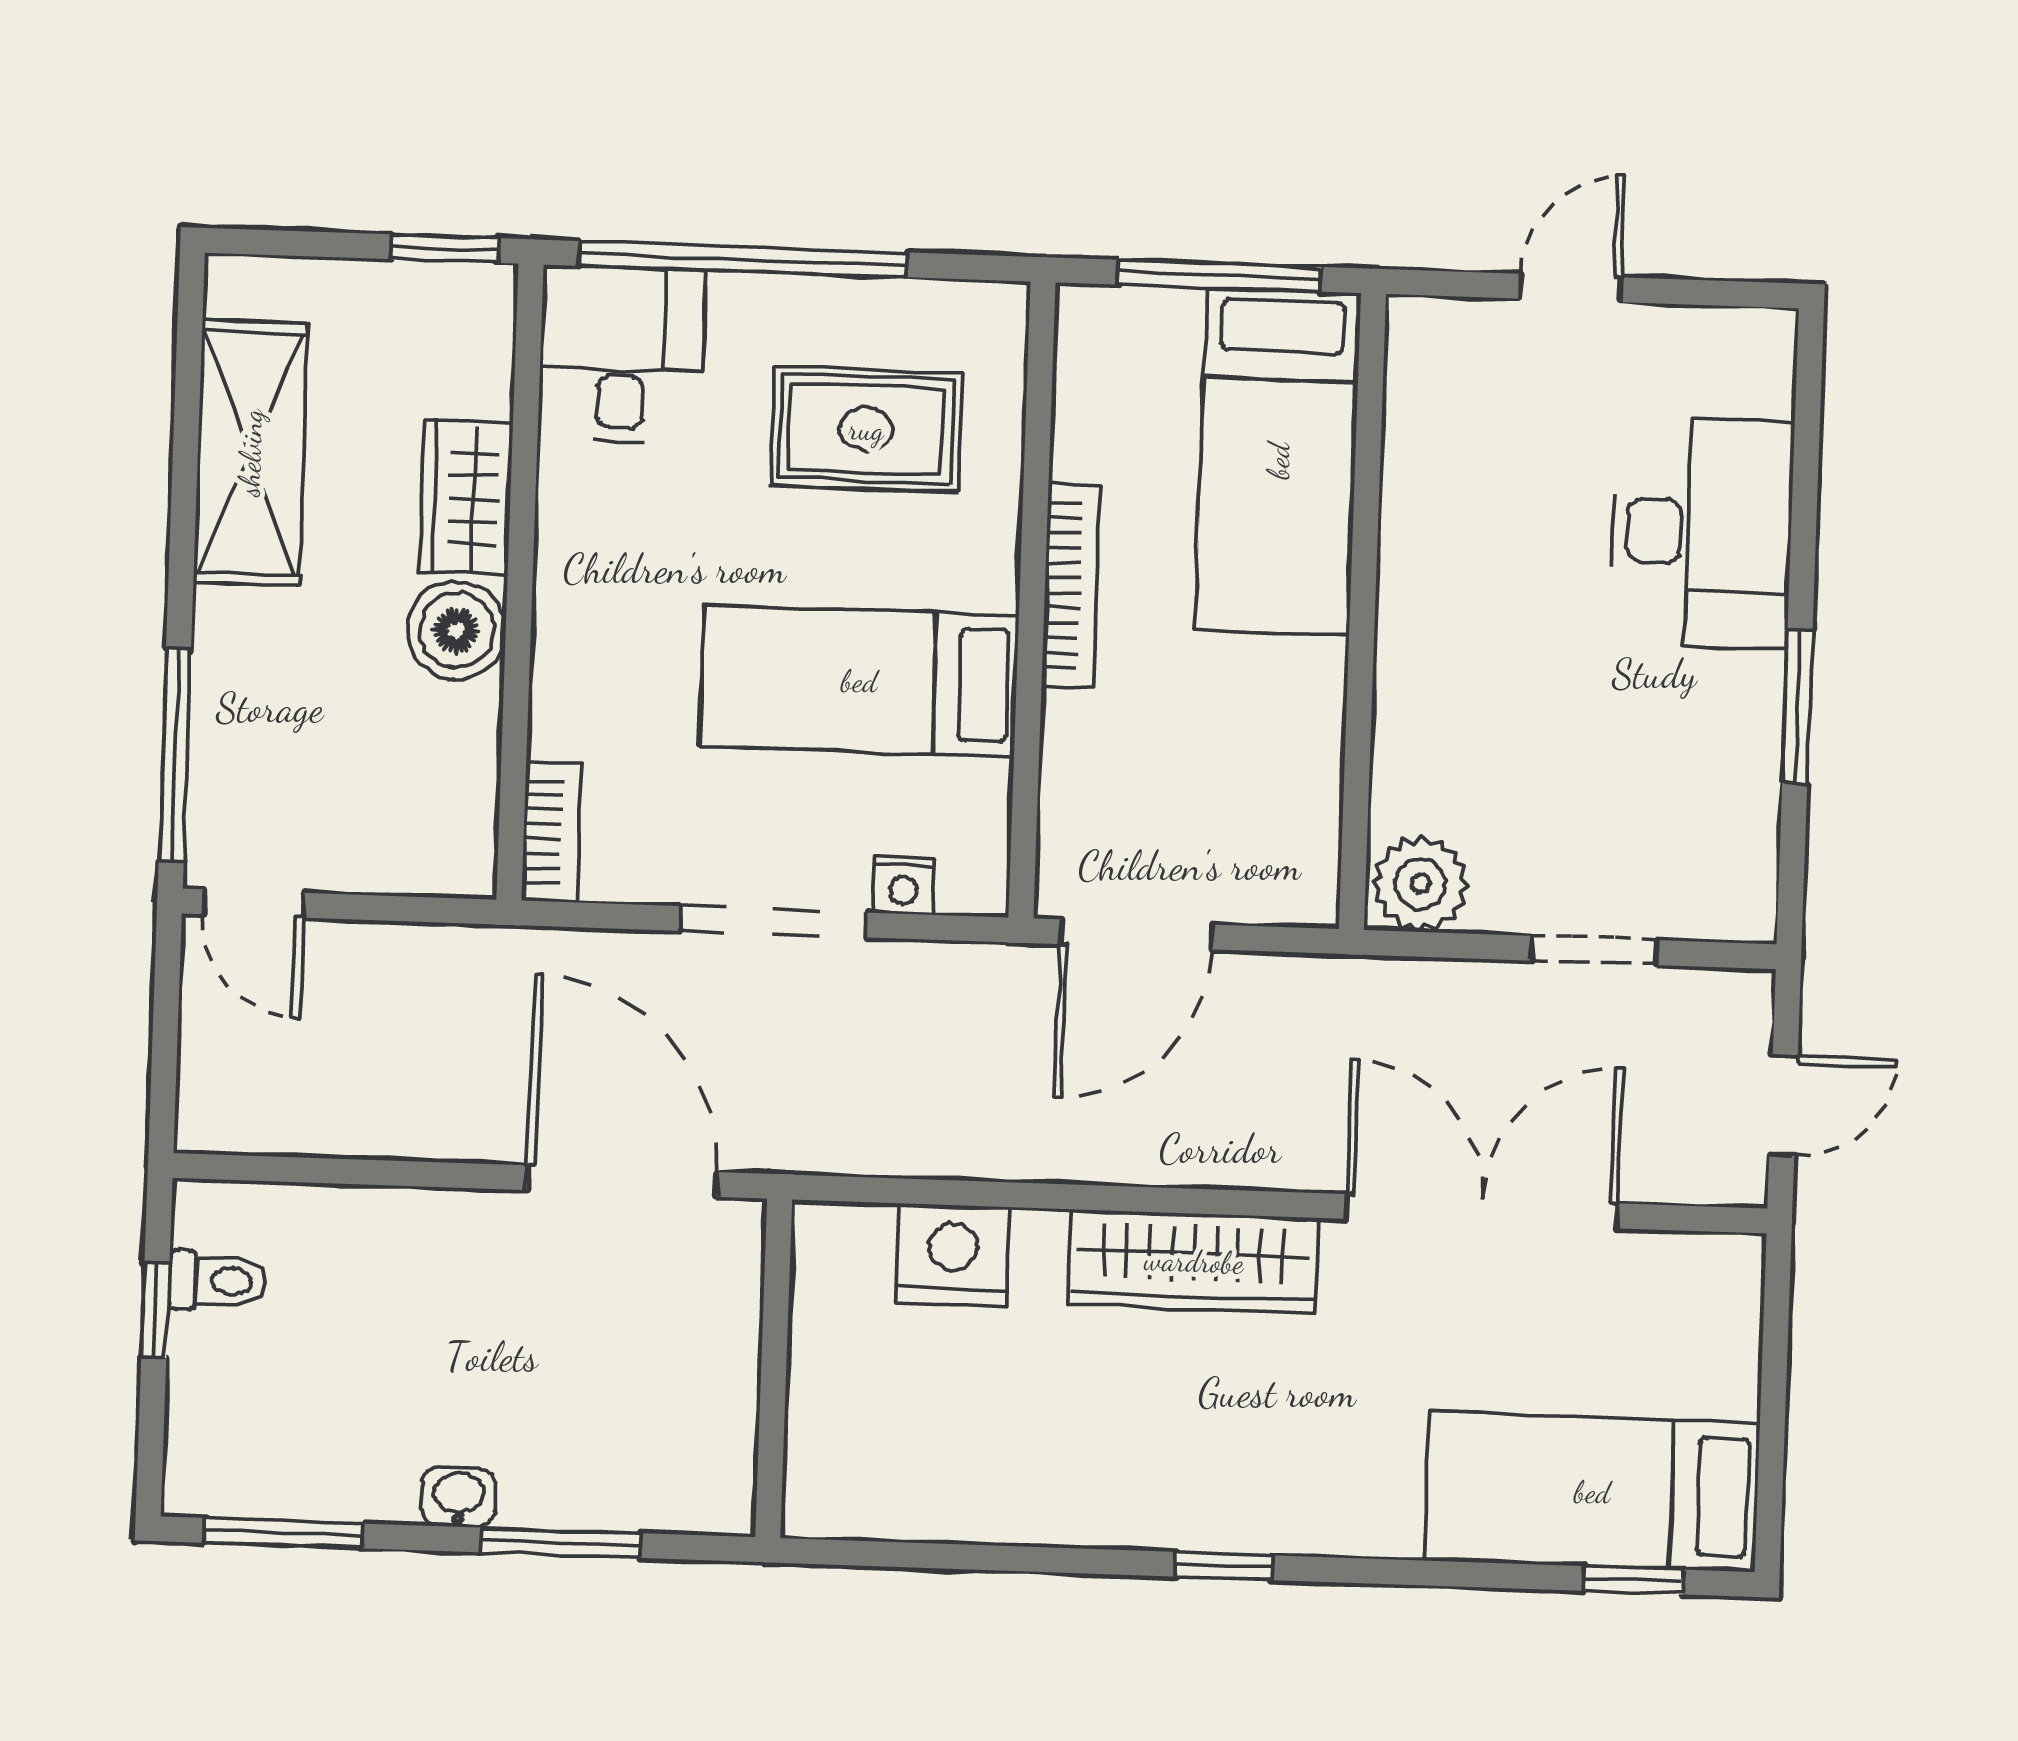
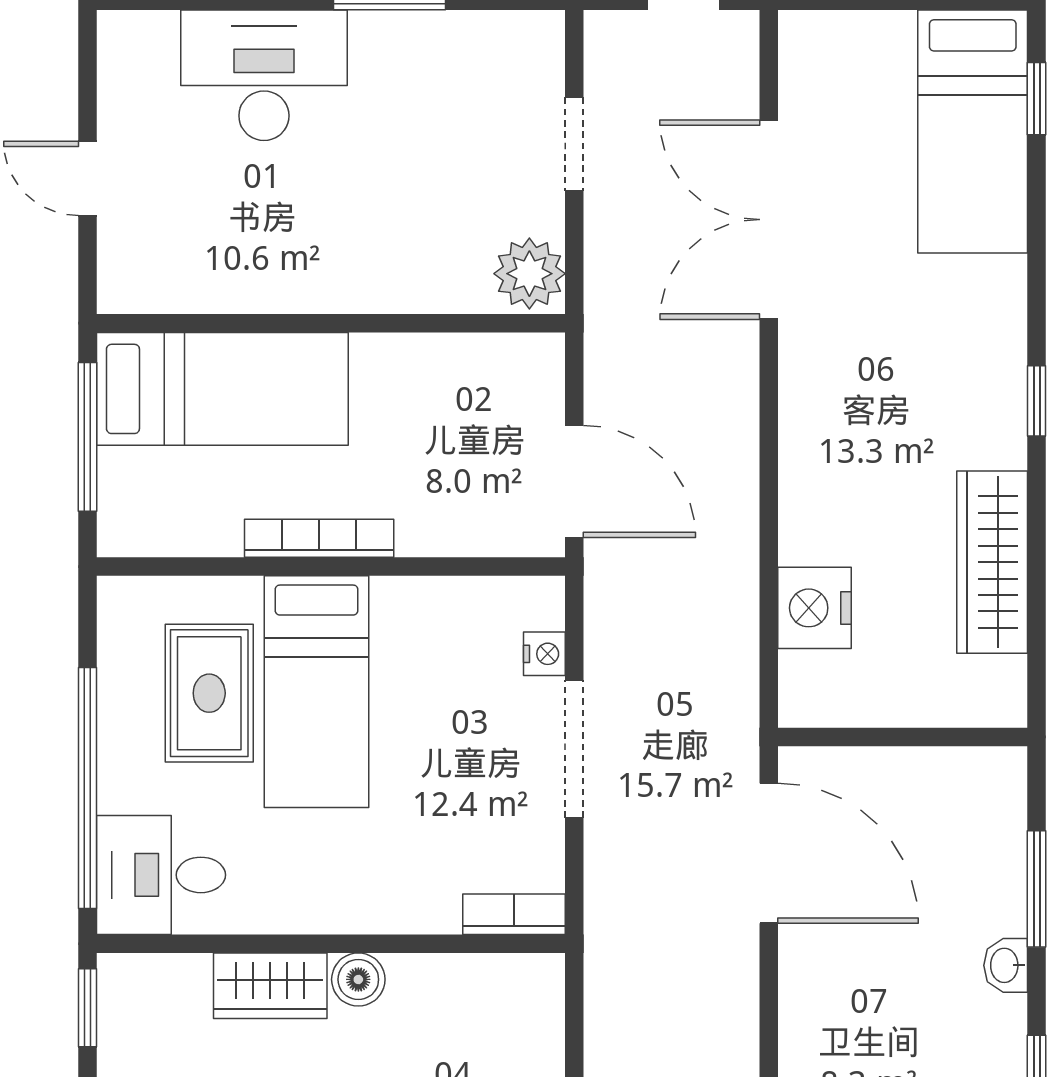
boiler: (457, 630) -> (358, 979), width x0.73, depth x0.73
bed: (859, 681) -> (316, 692), moved
door: (622, 1181) -> (769, 853), swing flipped
wardrobe: (1194, 1261) -> (992, 562), moved, turned 180

